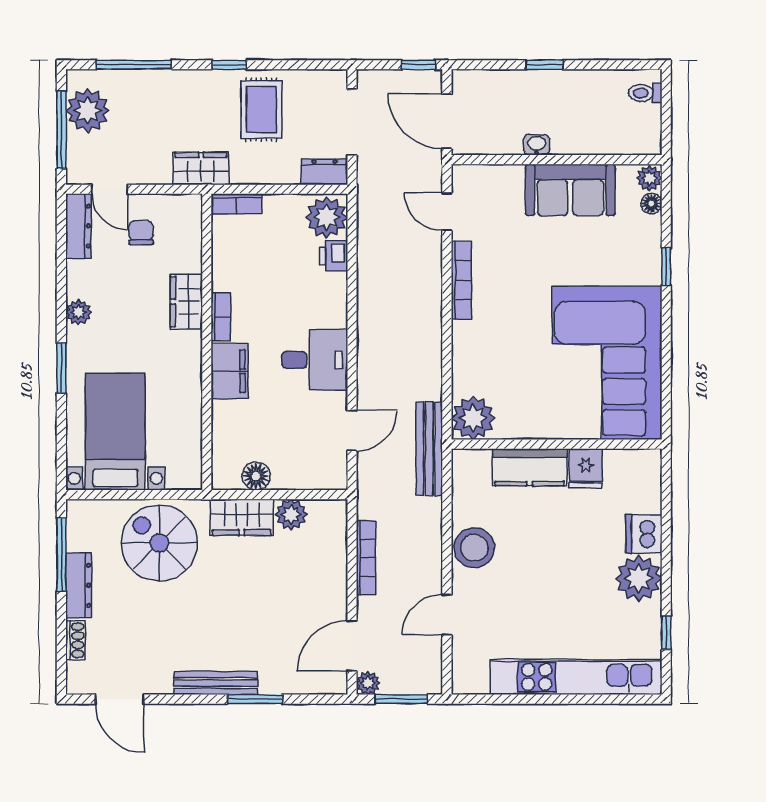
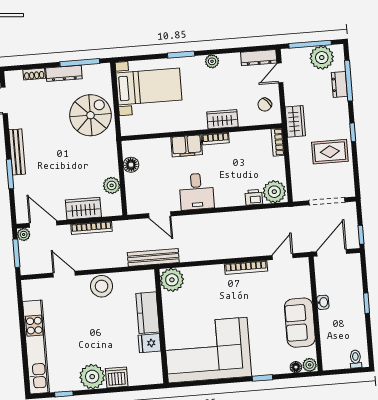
dresser: (324, 172) -> (339, 84), moved, turned 180
chair: (141, 233) -> (265, 105), moved, turned 139
wardrobe: (242, 517) -> (83, 208), moved, turned 90

